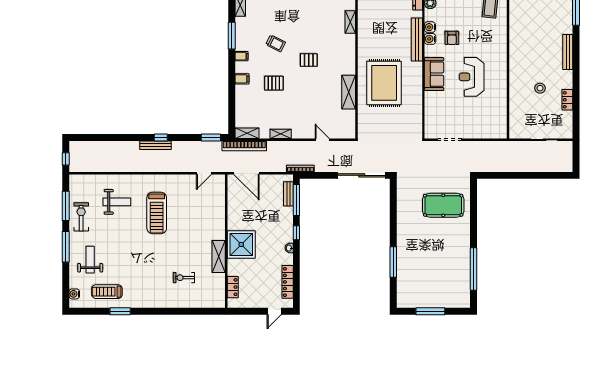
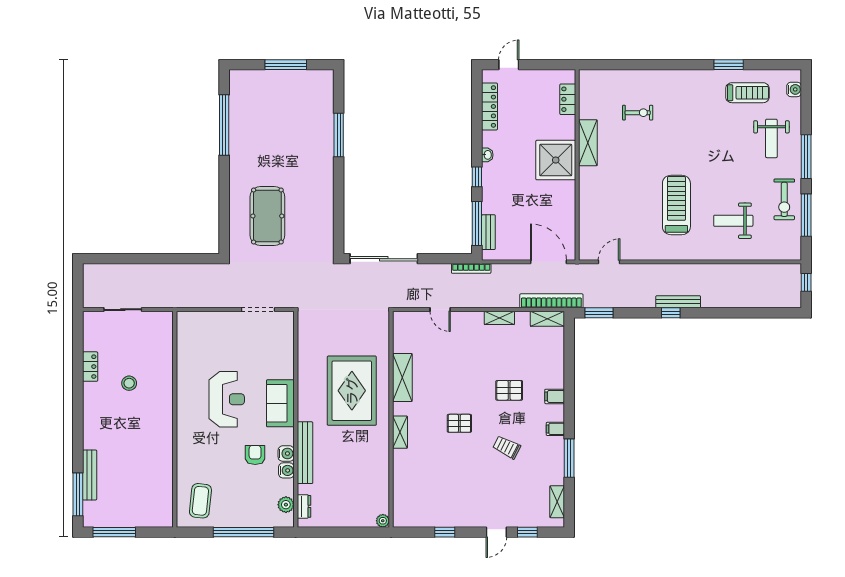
shelving: (350, 22) -> (400, 432), moved
bench: (568, 52) -> (90, 475), moved
pool table: (443, 205) -> (267, 216), turned 90

